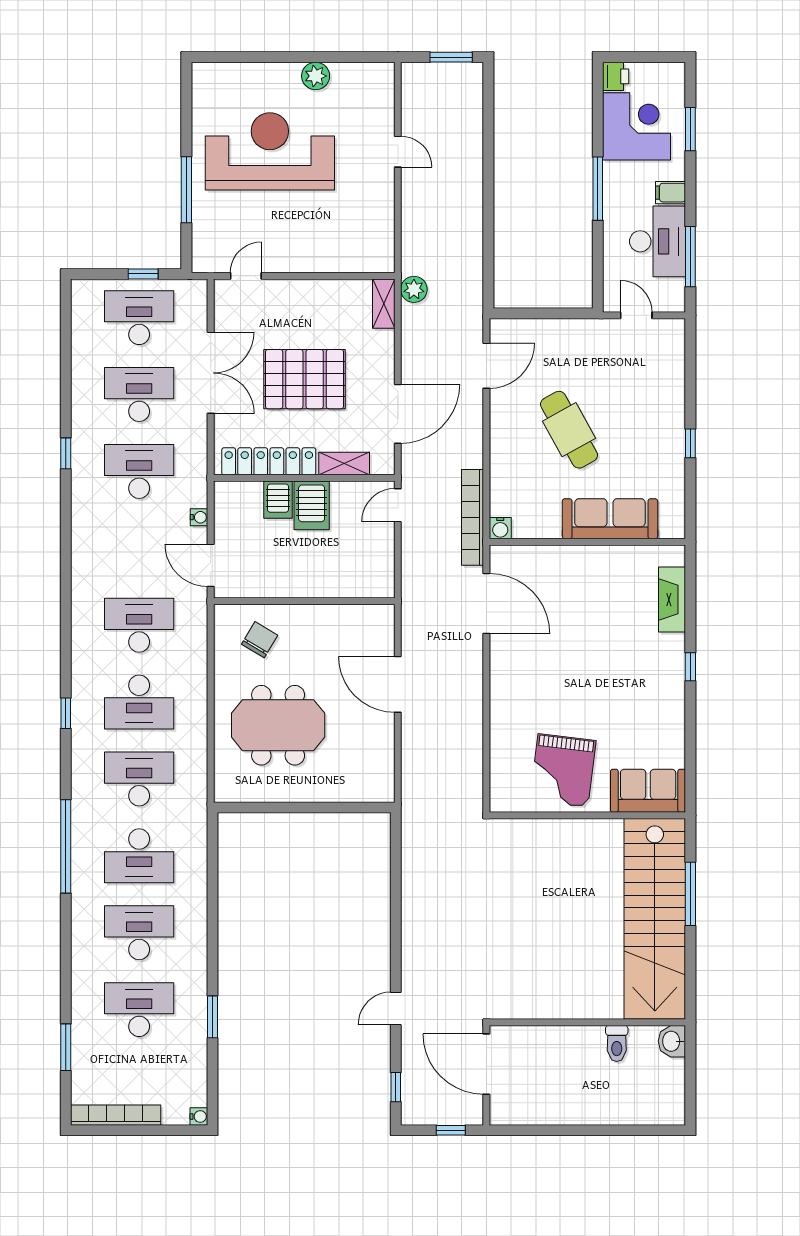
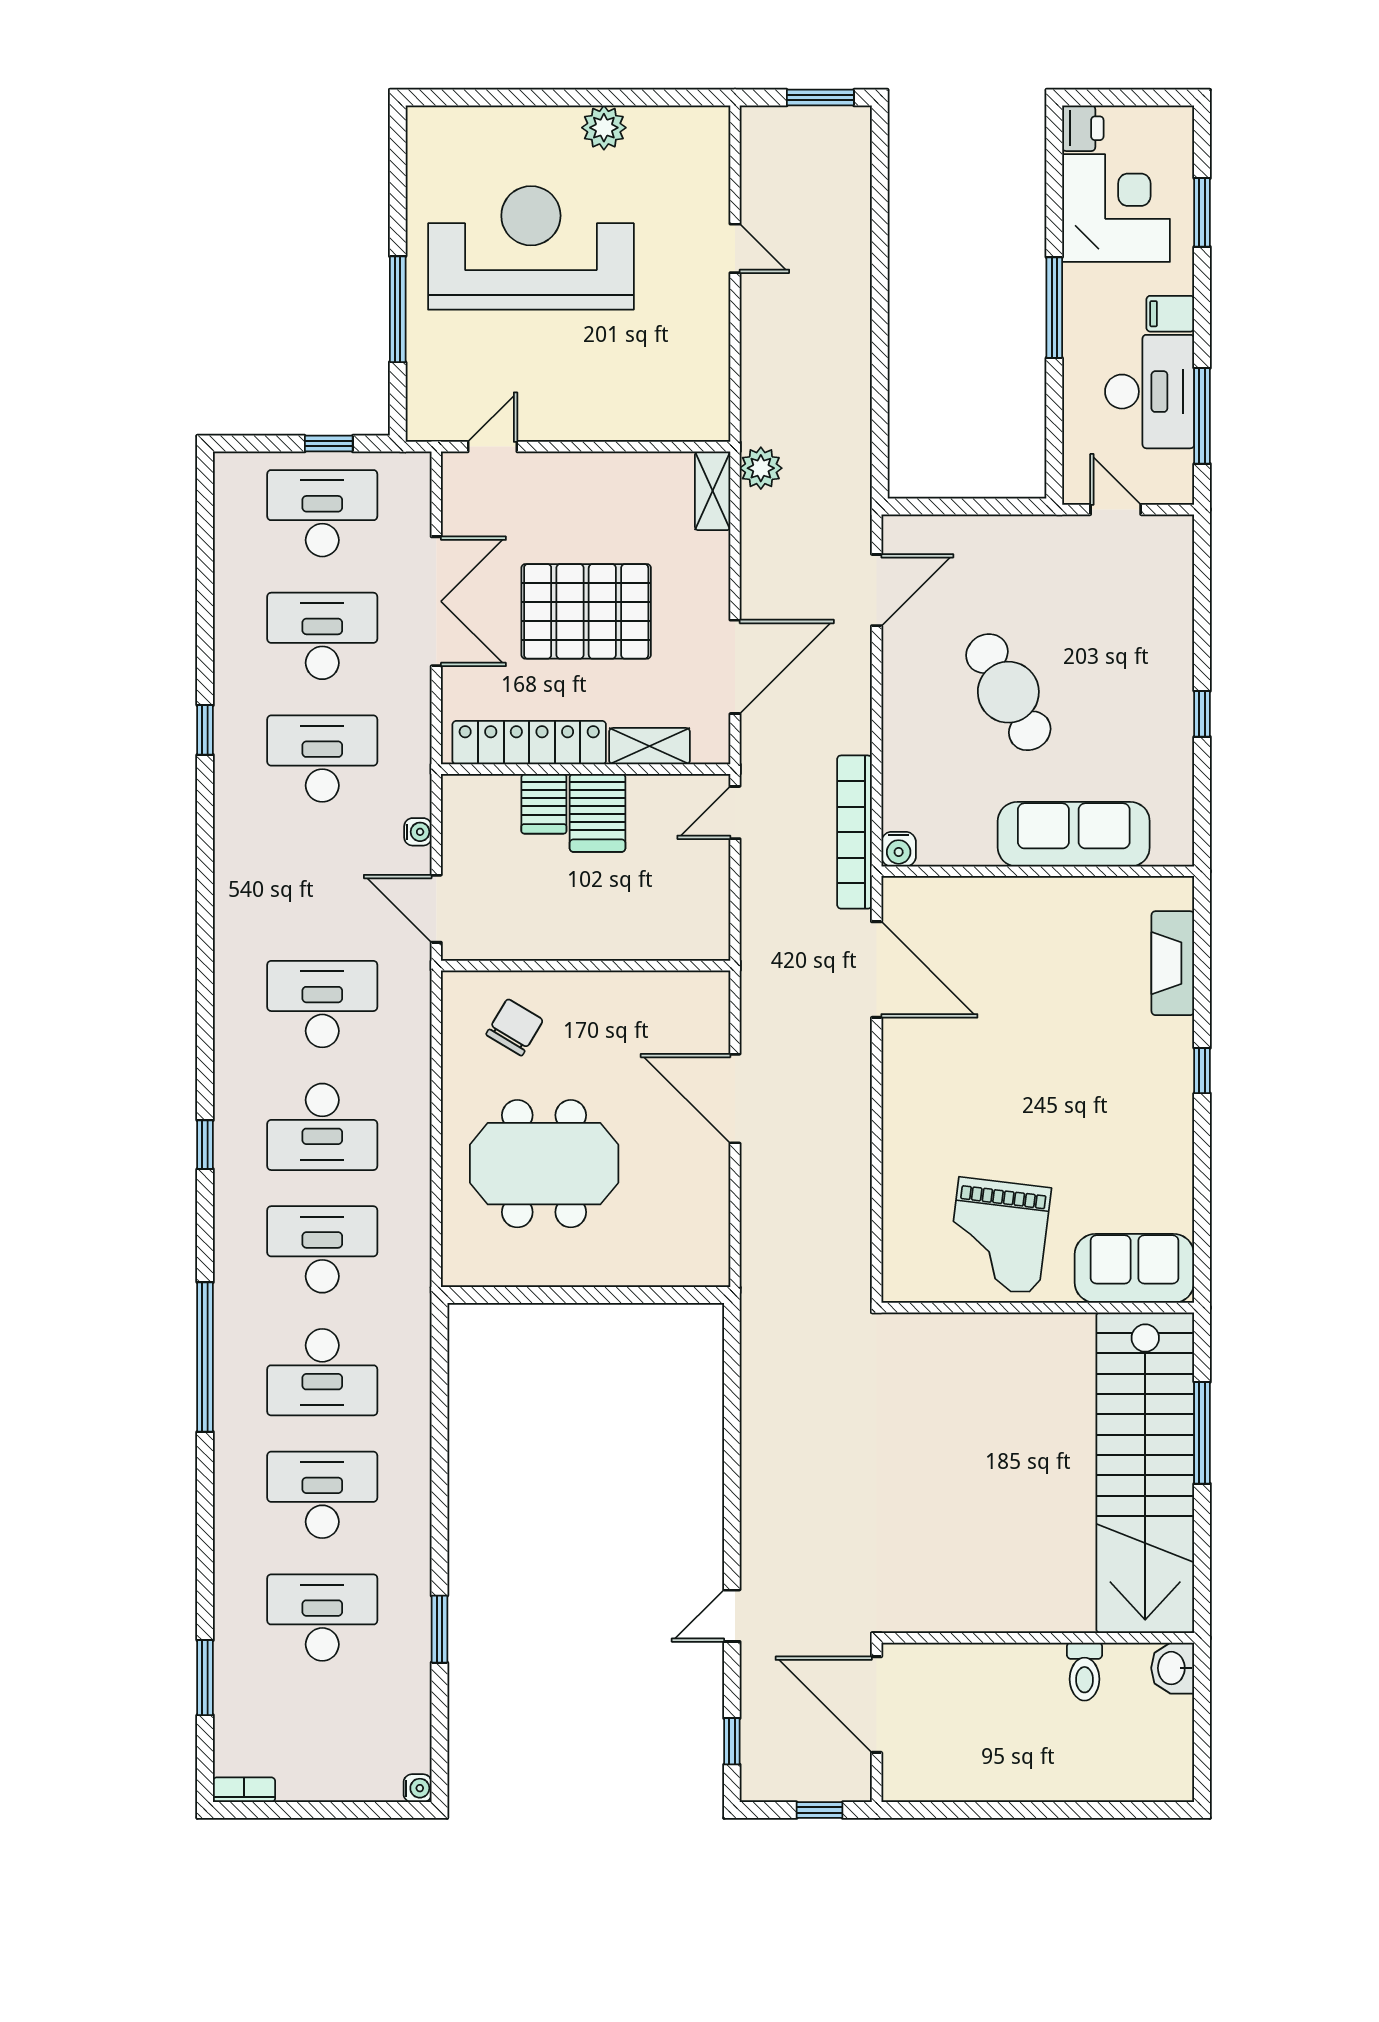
bookcase: (116, 1115) -> (244, 1790), width x0.43, depth x0.76

